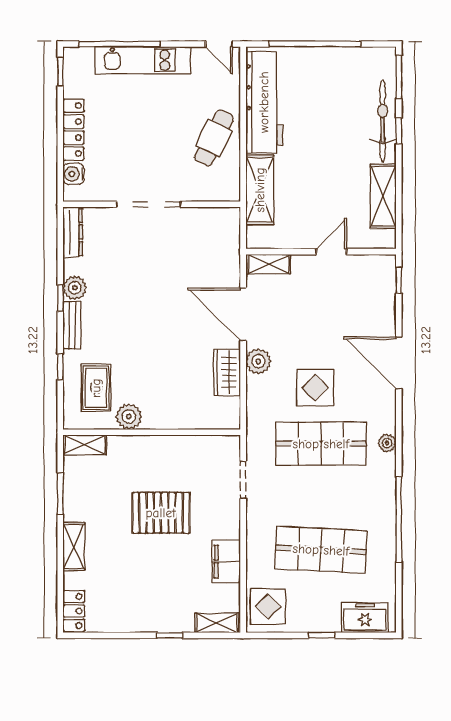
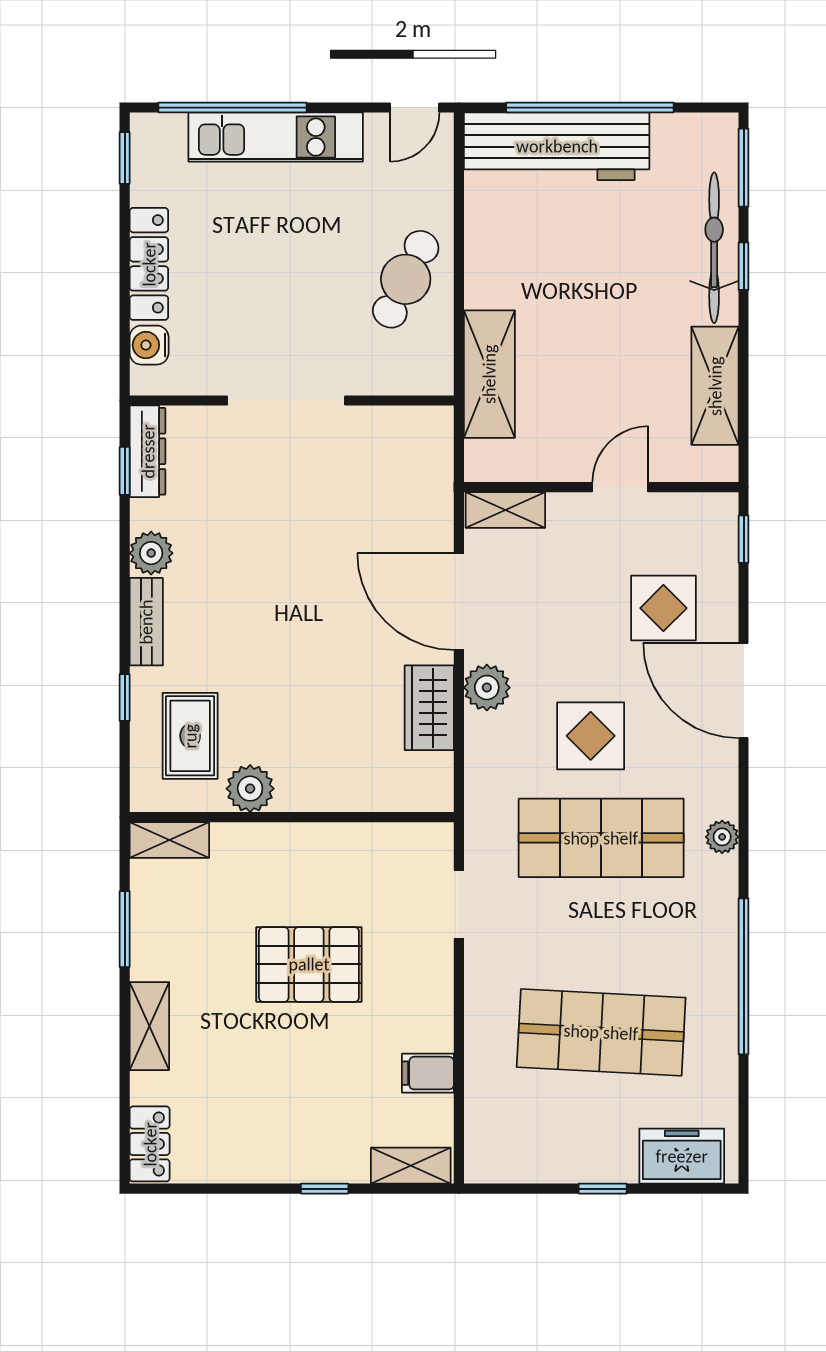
door: (219, 44) -> (415, 108), hinge flipped
workbench: (264, 102) -> (557, 146), moved, turned 90
window: (60, 298) -> (125, 471), moved
filing cabinet: (226, 562) -> (428, 1073), width x0.50
display table: (268, 606) -> (663, 608), moved

